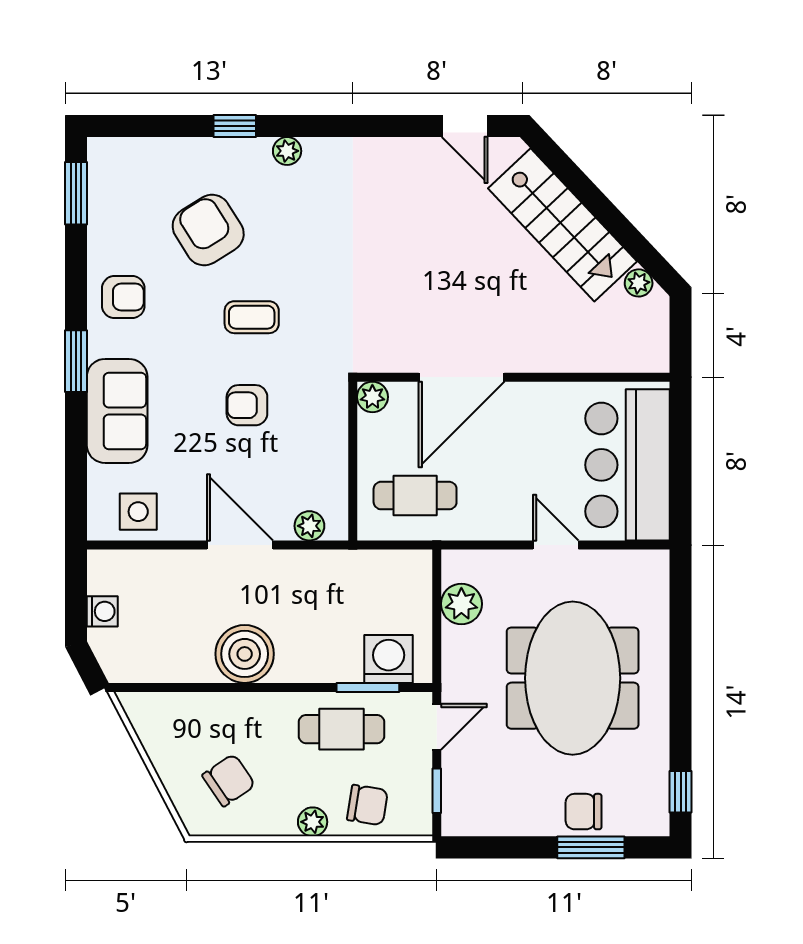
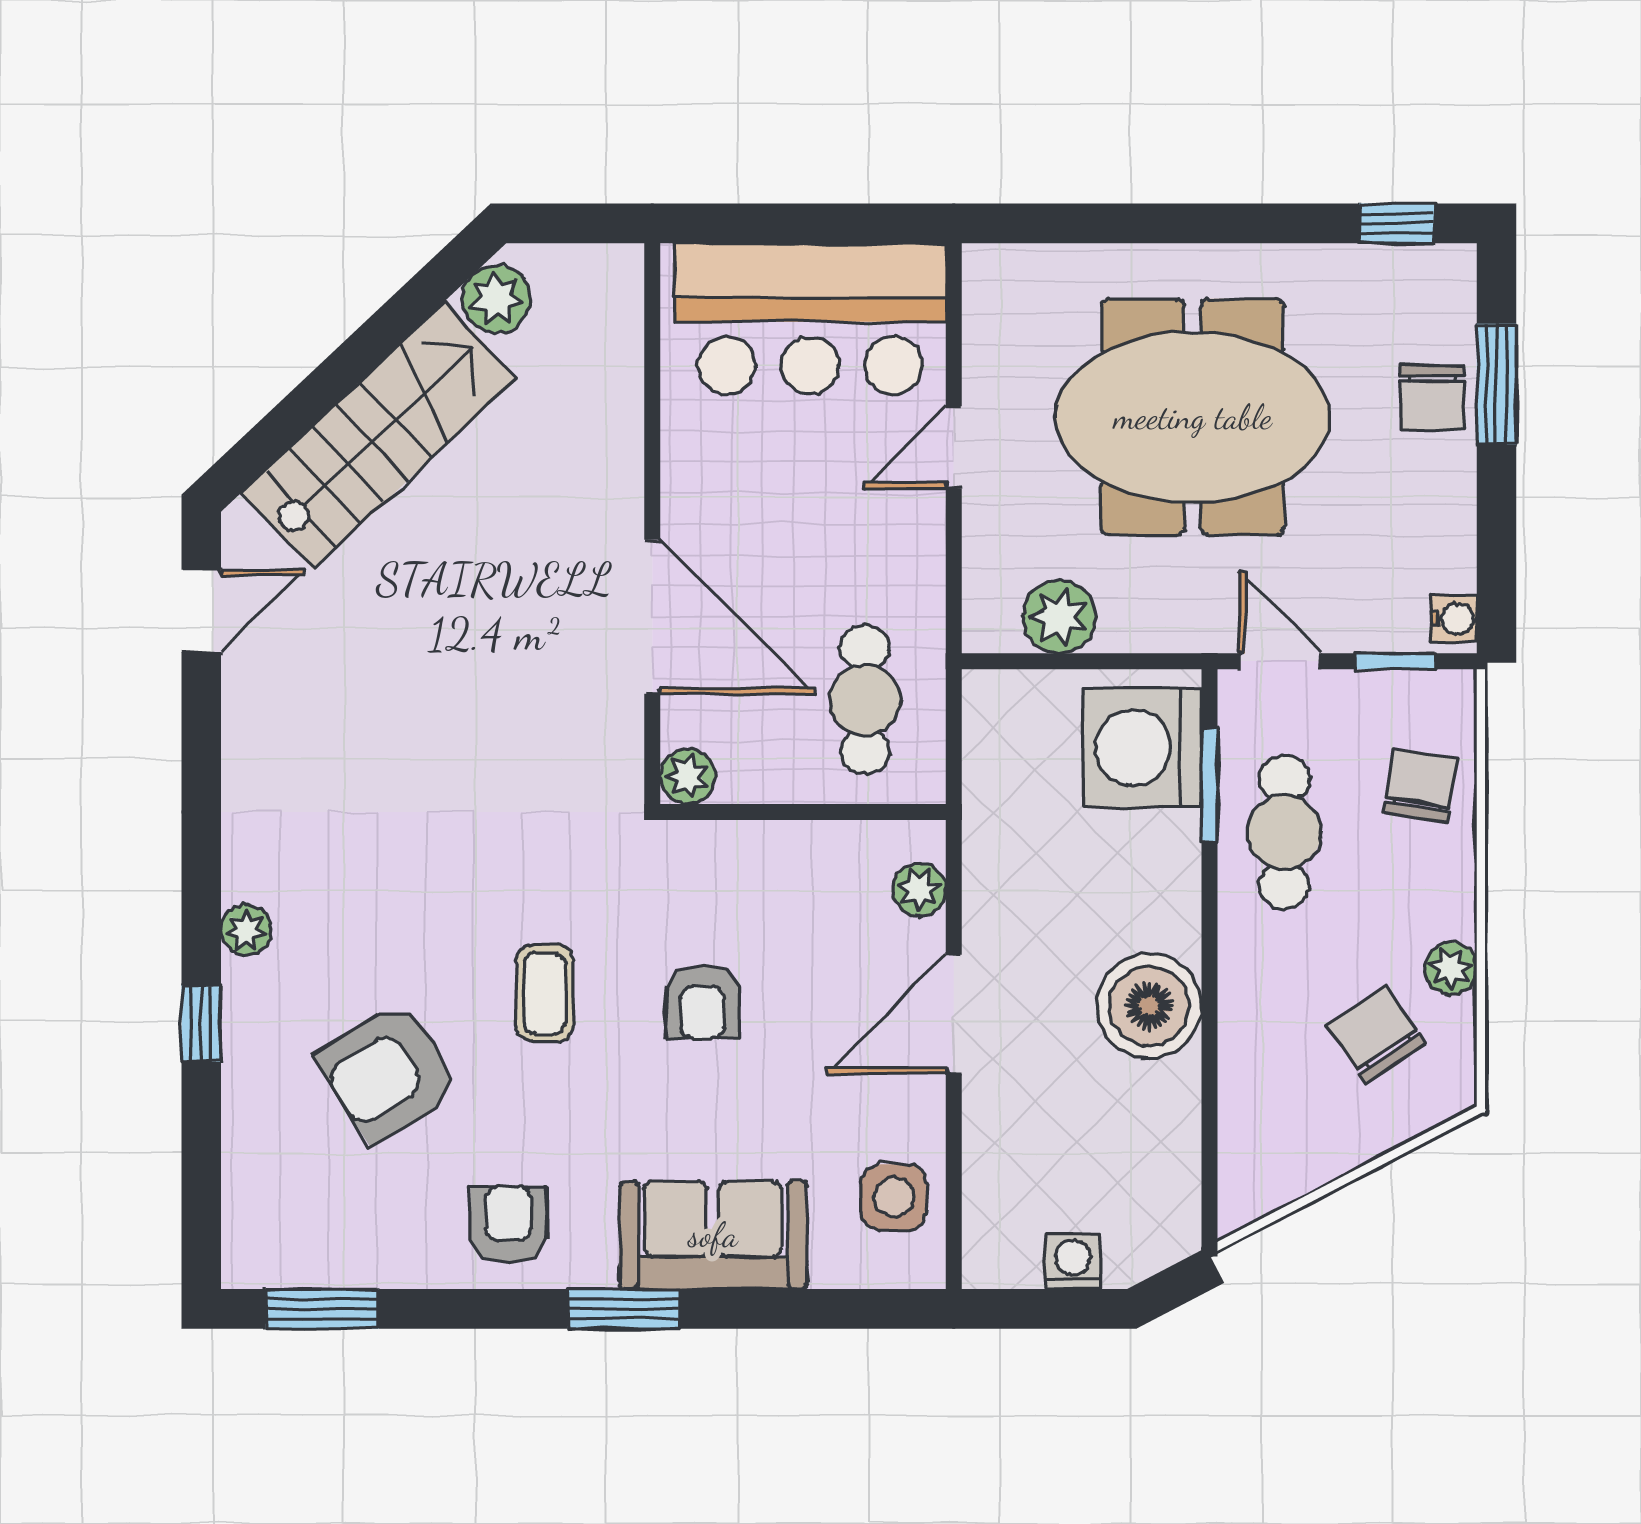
plant: (639, 283) -> (496, 299), width x1.38, depth x1.38
washing machine: (389, 659) -> (1142, 747), width x1.37, depth x1.37
plant: (313, 822) -> (1451, 968), moved
water cooler: (460, 823) -> (1454, 619), added

